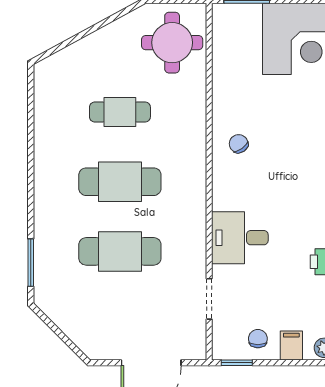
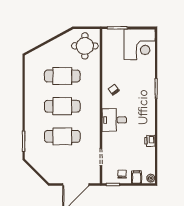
cafe table: (120, 112) -> (62, 76), width x1.37, depth x1.35
desk: (240, 238) -> (114, 120), moved

